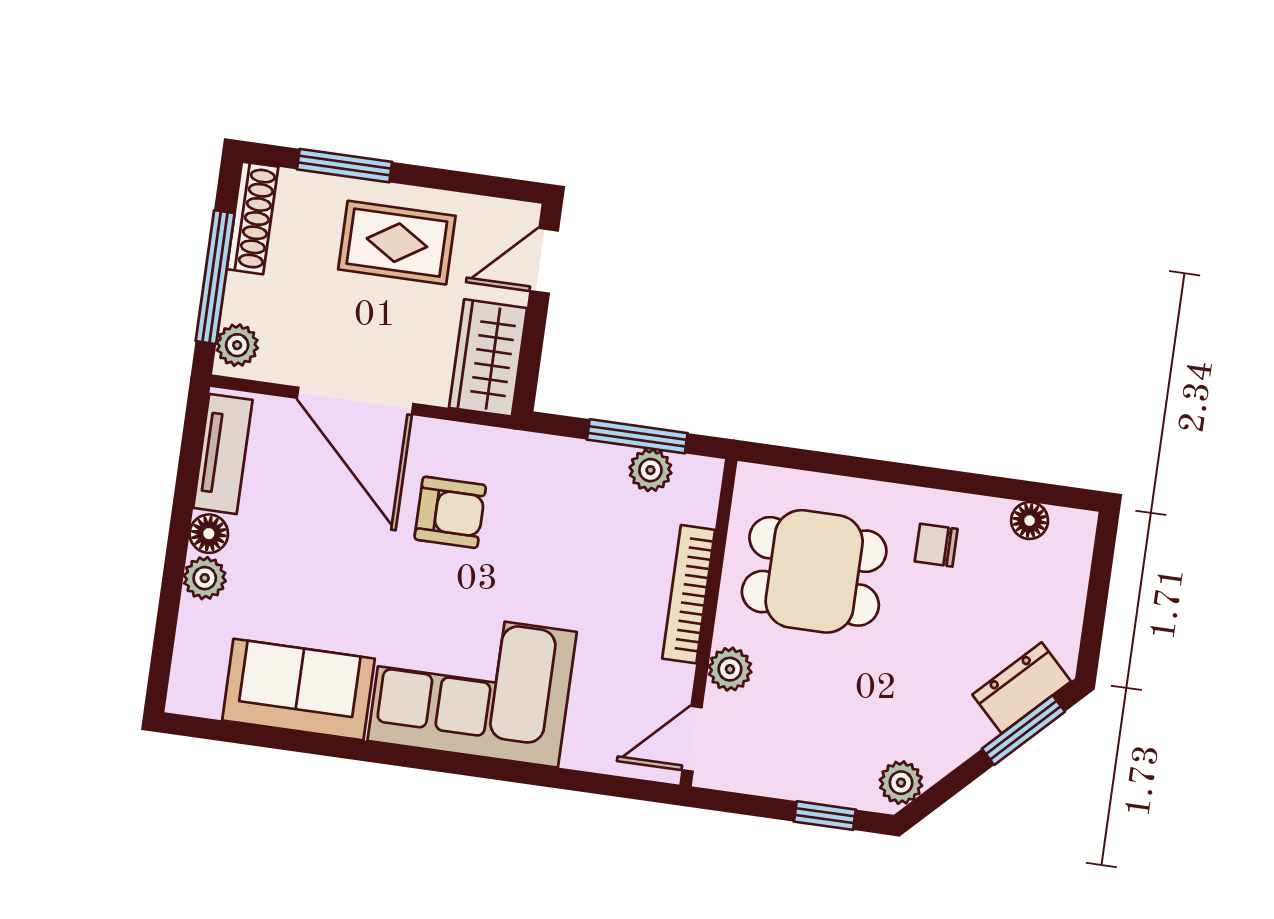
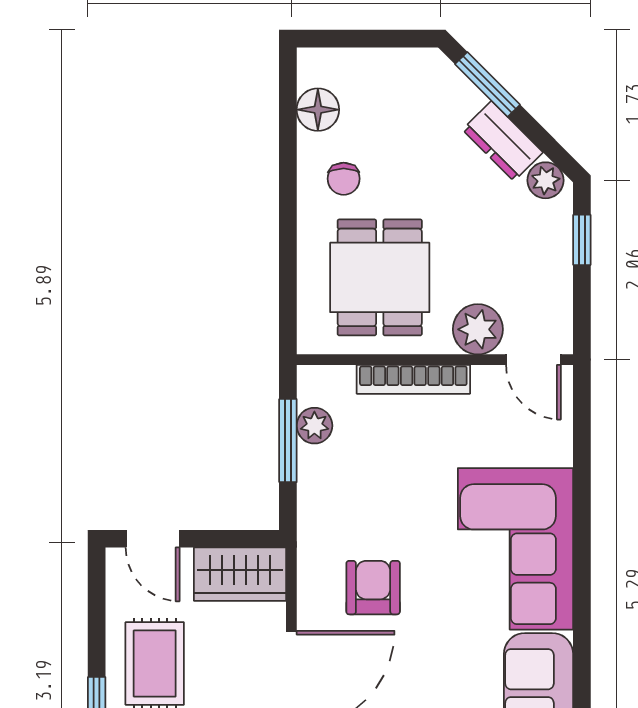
floor lamp: (1030, 521) -> (318, 110), width x1.37, depth x1.37
plant: (730, 669) -> (478, 329), width x1.38, depth x1.38
dresser: (1022, 688) -> (503, 141), moved

